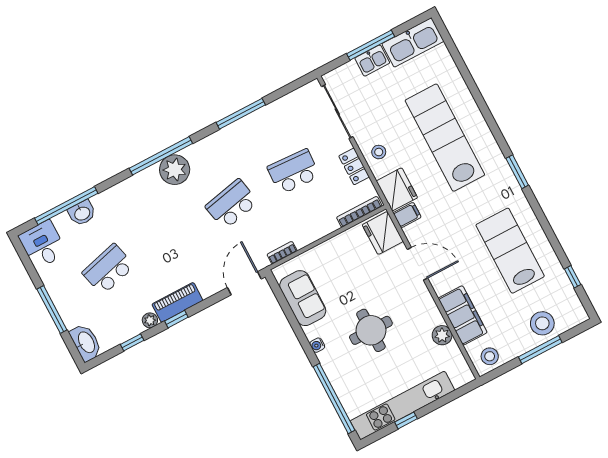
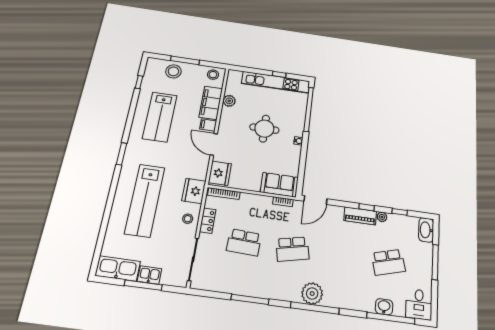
filing cabinet: (407, 215) -> (208, 125), moved
sofa: (303, 298) -> (279, 185), moved, turned 90

